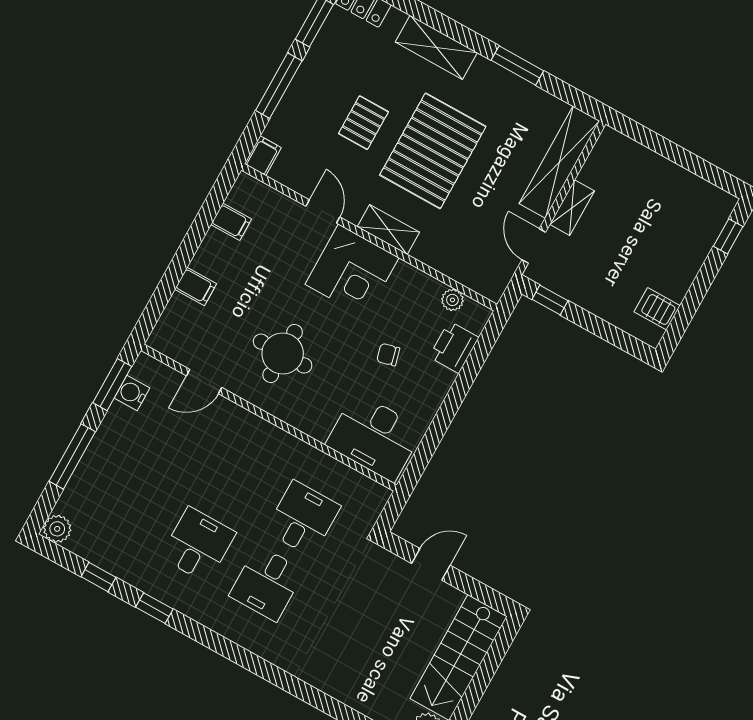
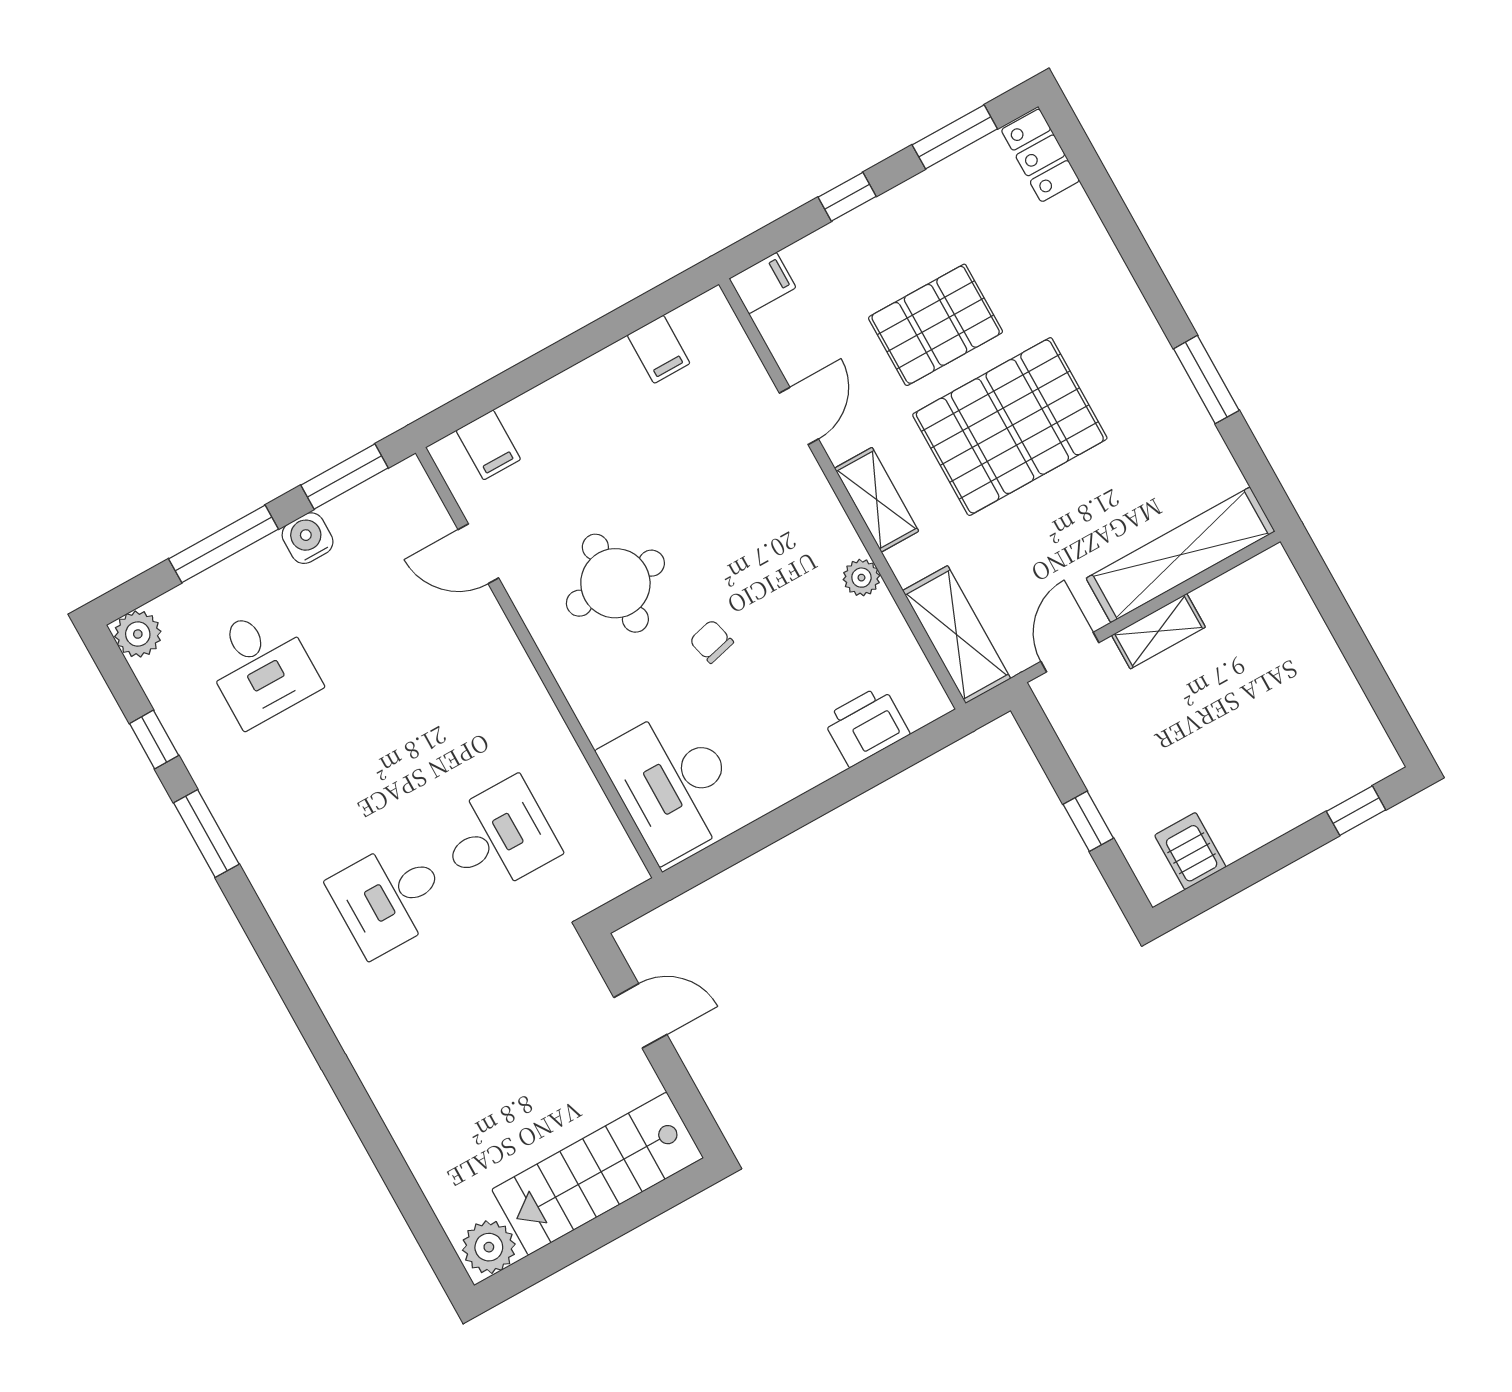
shelving: (436, 47) -> (957, 635), moved
window: (279, 86) -> (847, 197), width x0.46
pallet: (363, 123) -> (936, 325), width x1.50, depth x1.42
corner desk: (352, 271) -> (788, 527), removed
filing cabinet: (196, 286) -> (488, 445), moved
plant: (452, 300) -> (861, 578), moved
window: (550, 300) -> (1088, 821), moved
chair: (388, 355) -> (711, 641), moved
water cooler: (132, 393) -> (308, 538), moved
desk: (198, 545) -> (260, 666), moved, turned 90
window: (154, 608) -> (206, 833), width x1.50

